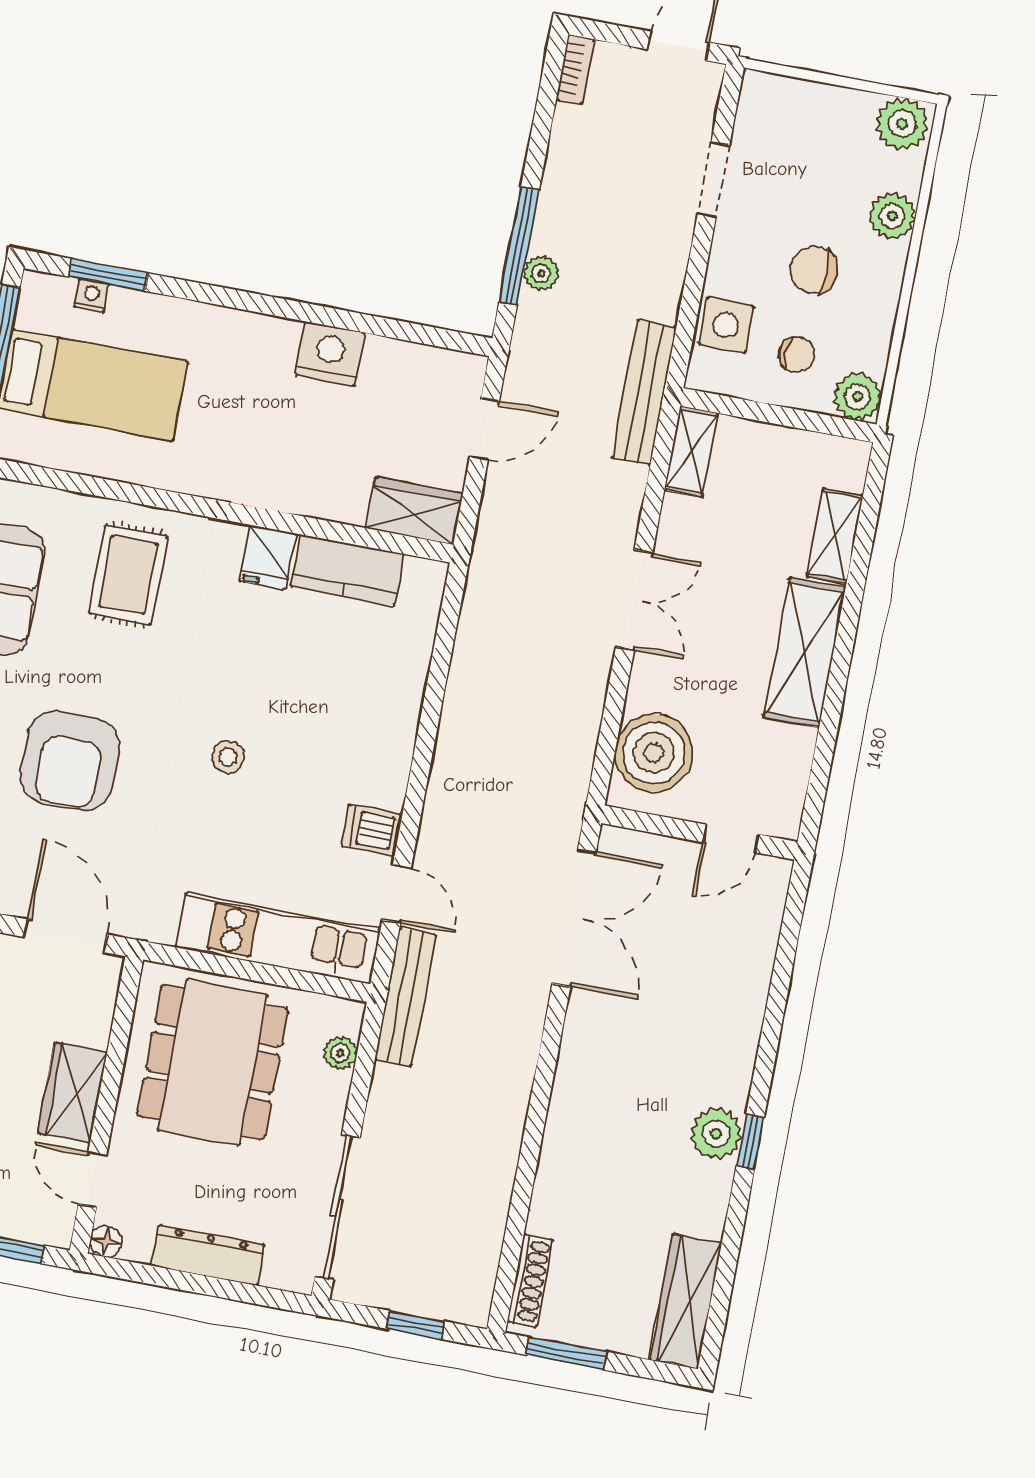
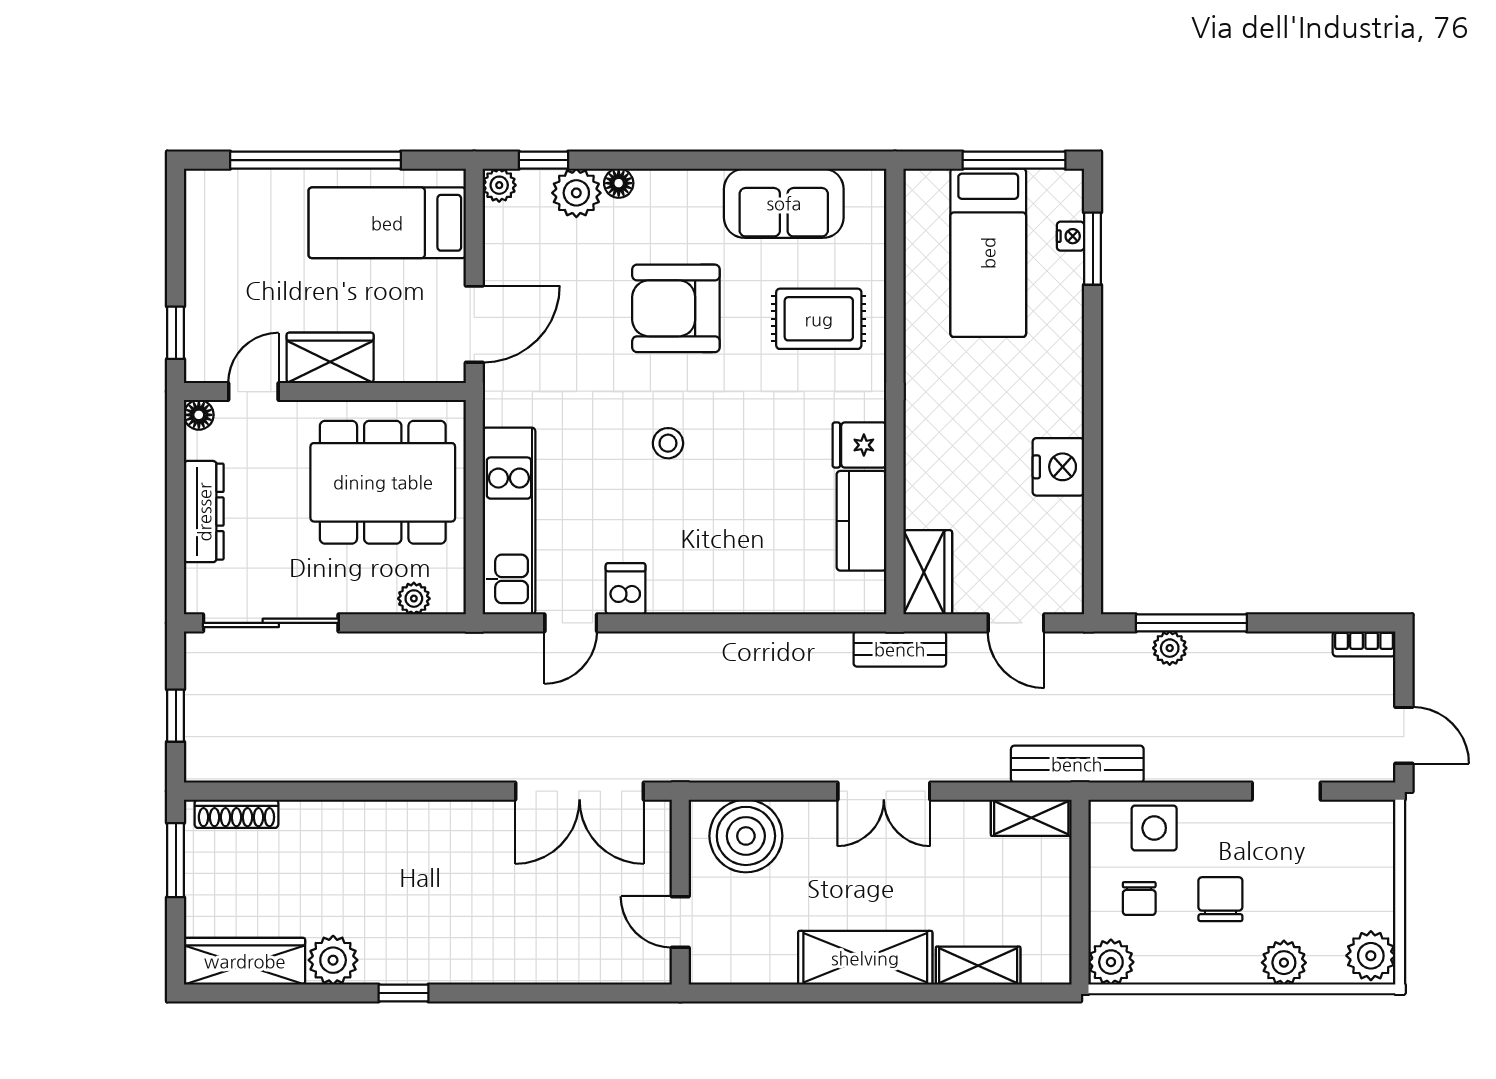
armchair: (70, 761) -> (676, 308), moved
bench: (405, 997) -> (900, 649), moved, width x0.73
plant: (716, 1134) -> (333, 960), moved

